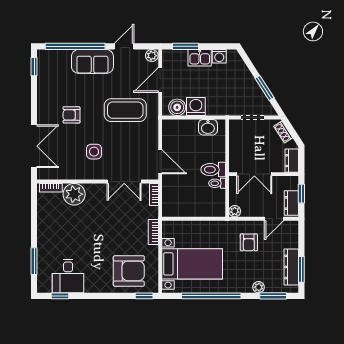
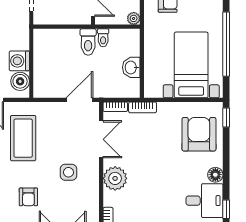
washbasin: (208, 127) -> (131, 67), moved, turned 180
plant: (74, 194) -> (115, 178), moved
bookcase: (153, 232) -> (143, 107), moved
floor lamp: (92, 286) -> (215, 175), added

